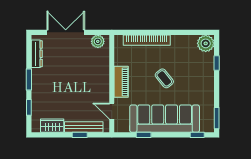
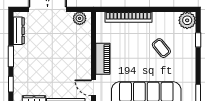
coffee table: (164, 78) -> (161, 48), moved

